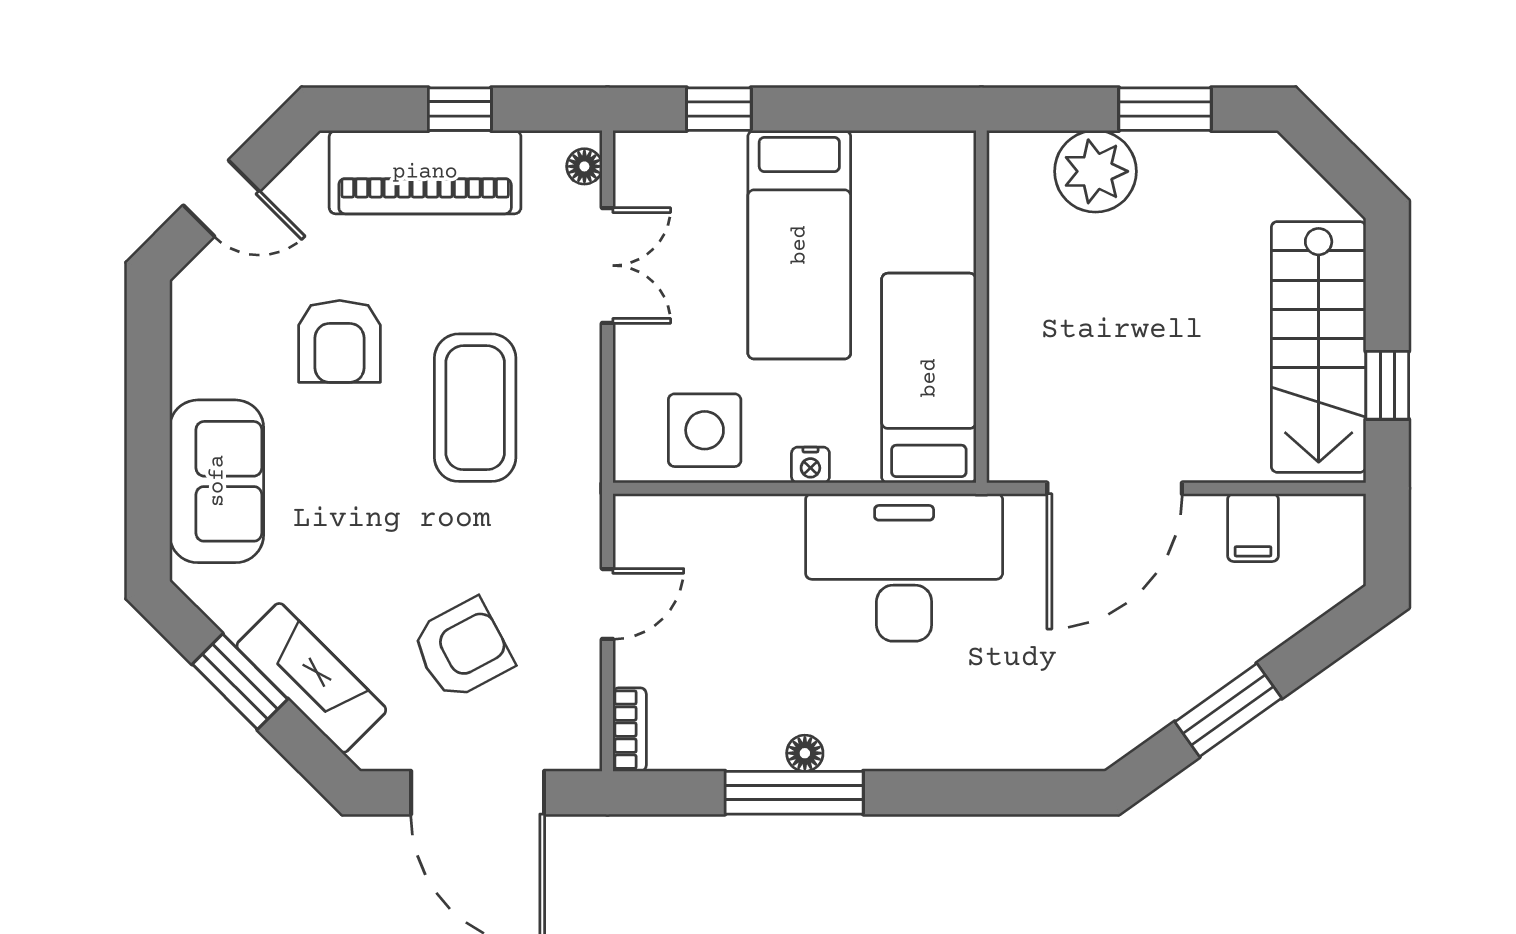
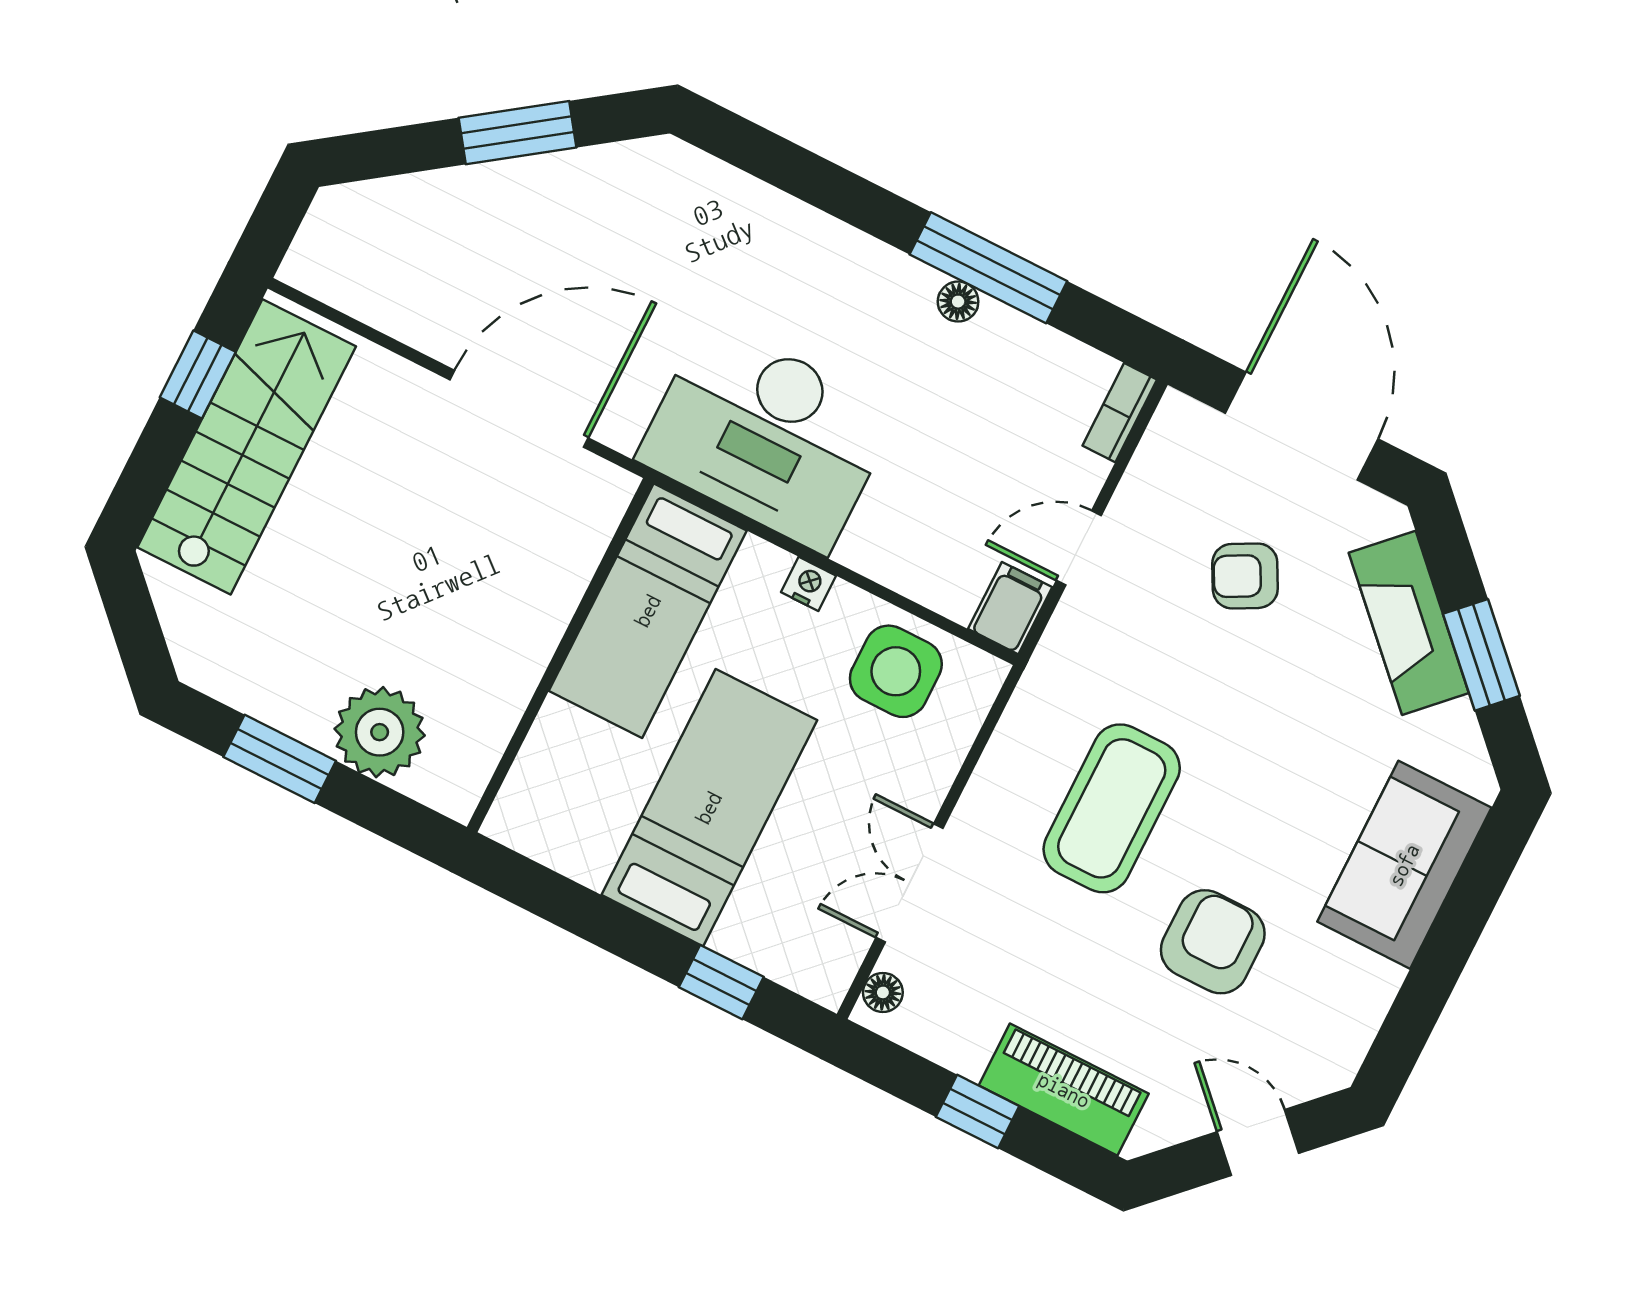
piano: (425, 172) -> (1064, 1090), width x0.73, depth x0.75
filing cabinet: (1253, 528) -> (1010, 608), moved
armchair: (462, 649) -> (1245, 576), width x0.72, depth x0.72

